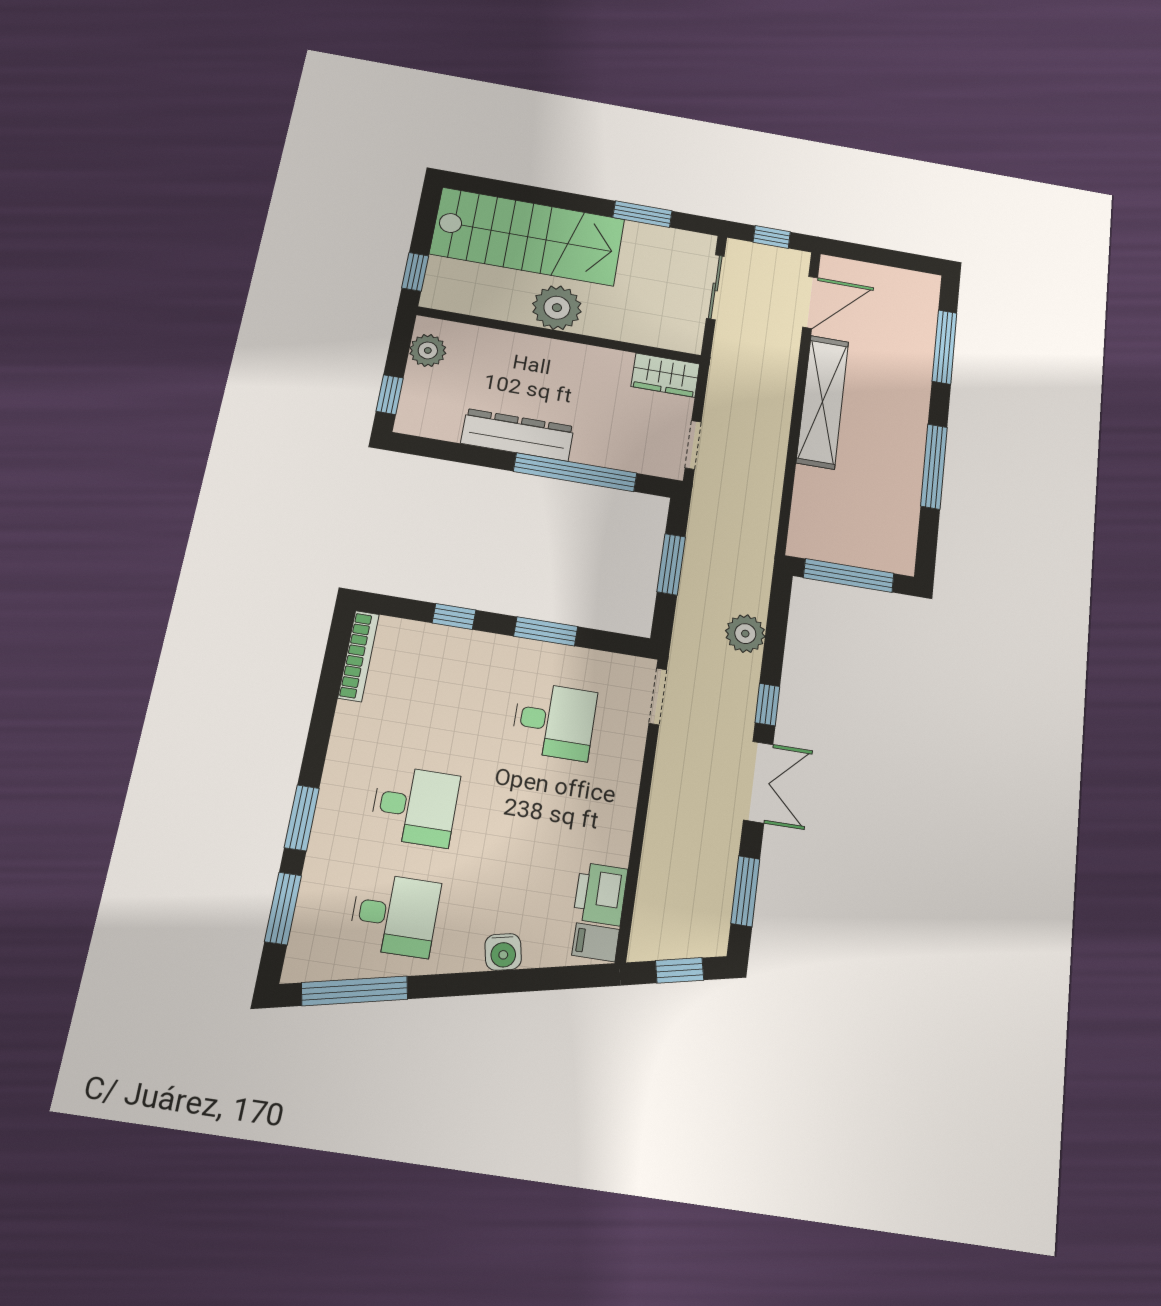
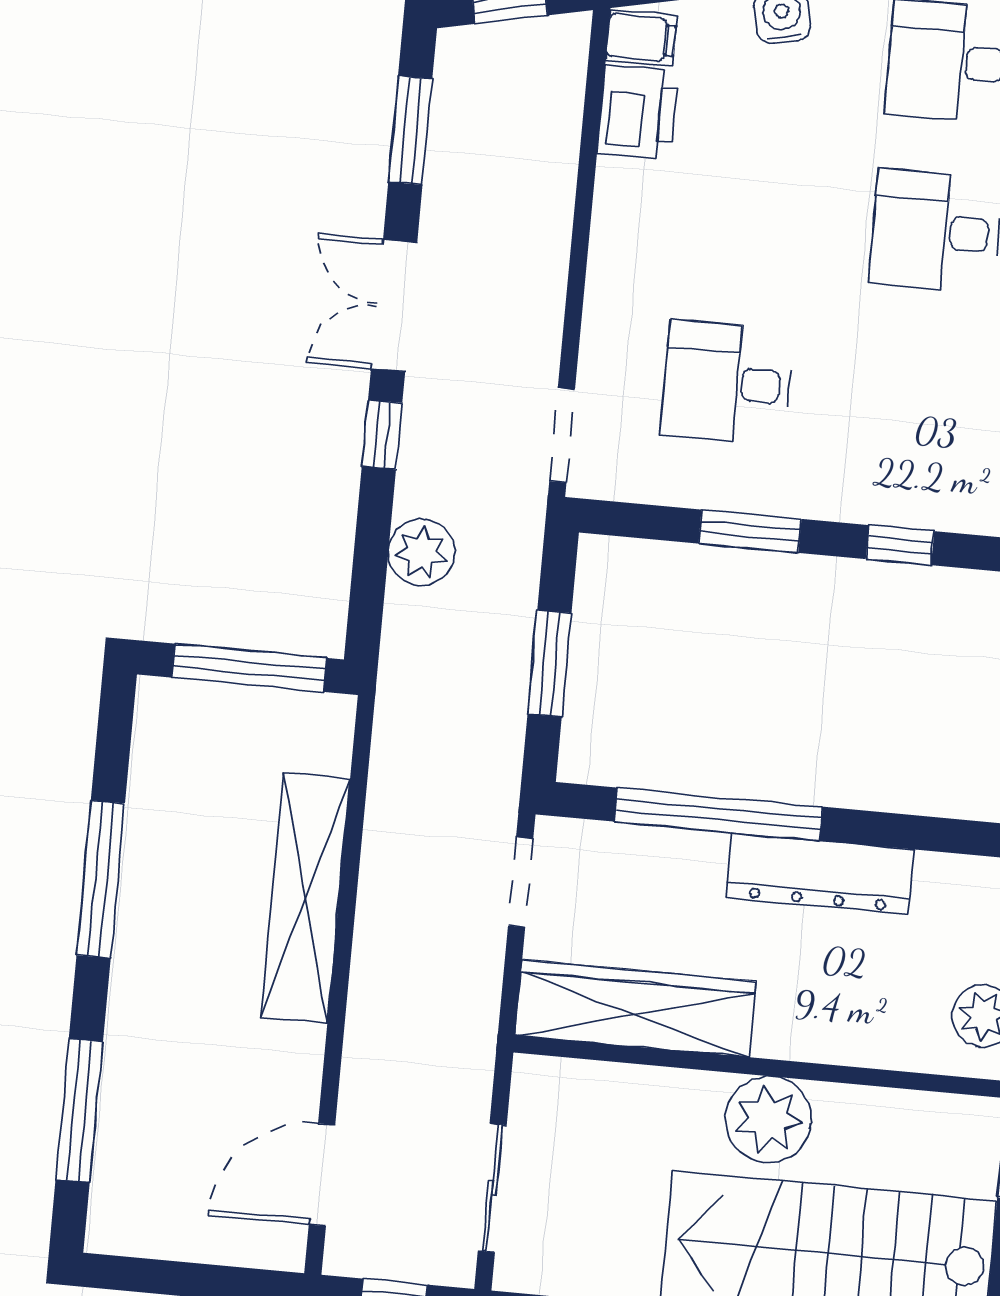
wardrobe: (665, 375) -> (635, 1008), width x2.10, depth x1.17
shelving: (823, 402) -> (305, 898), moved

